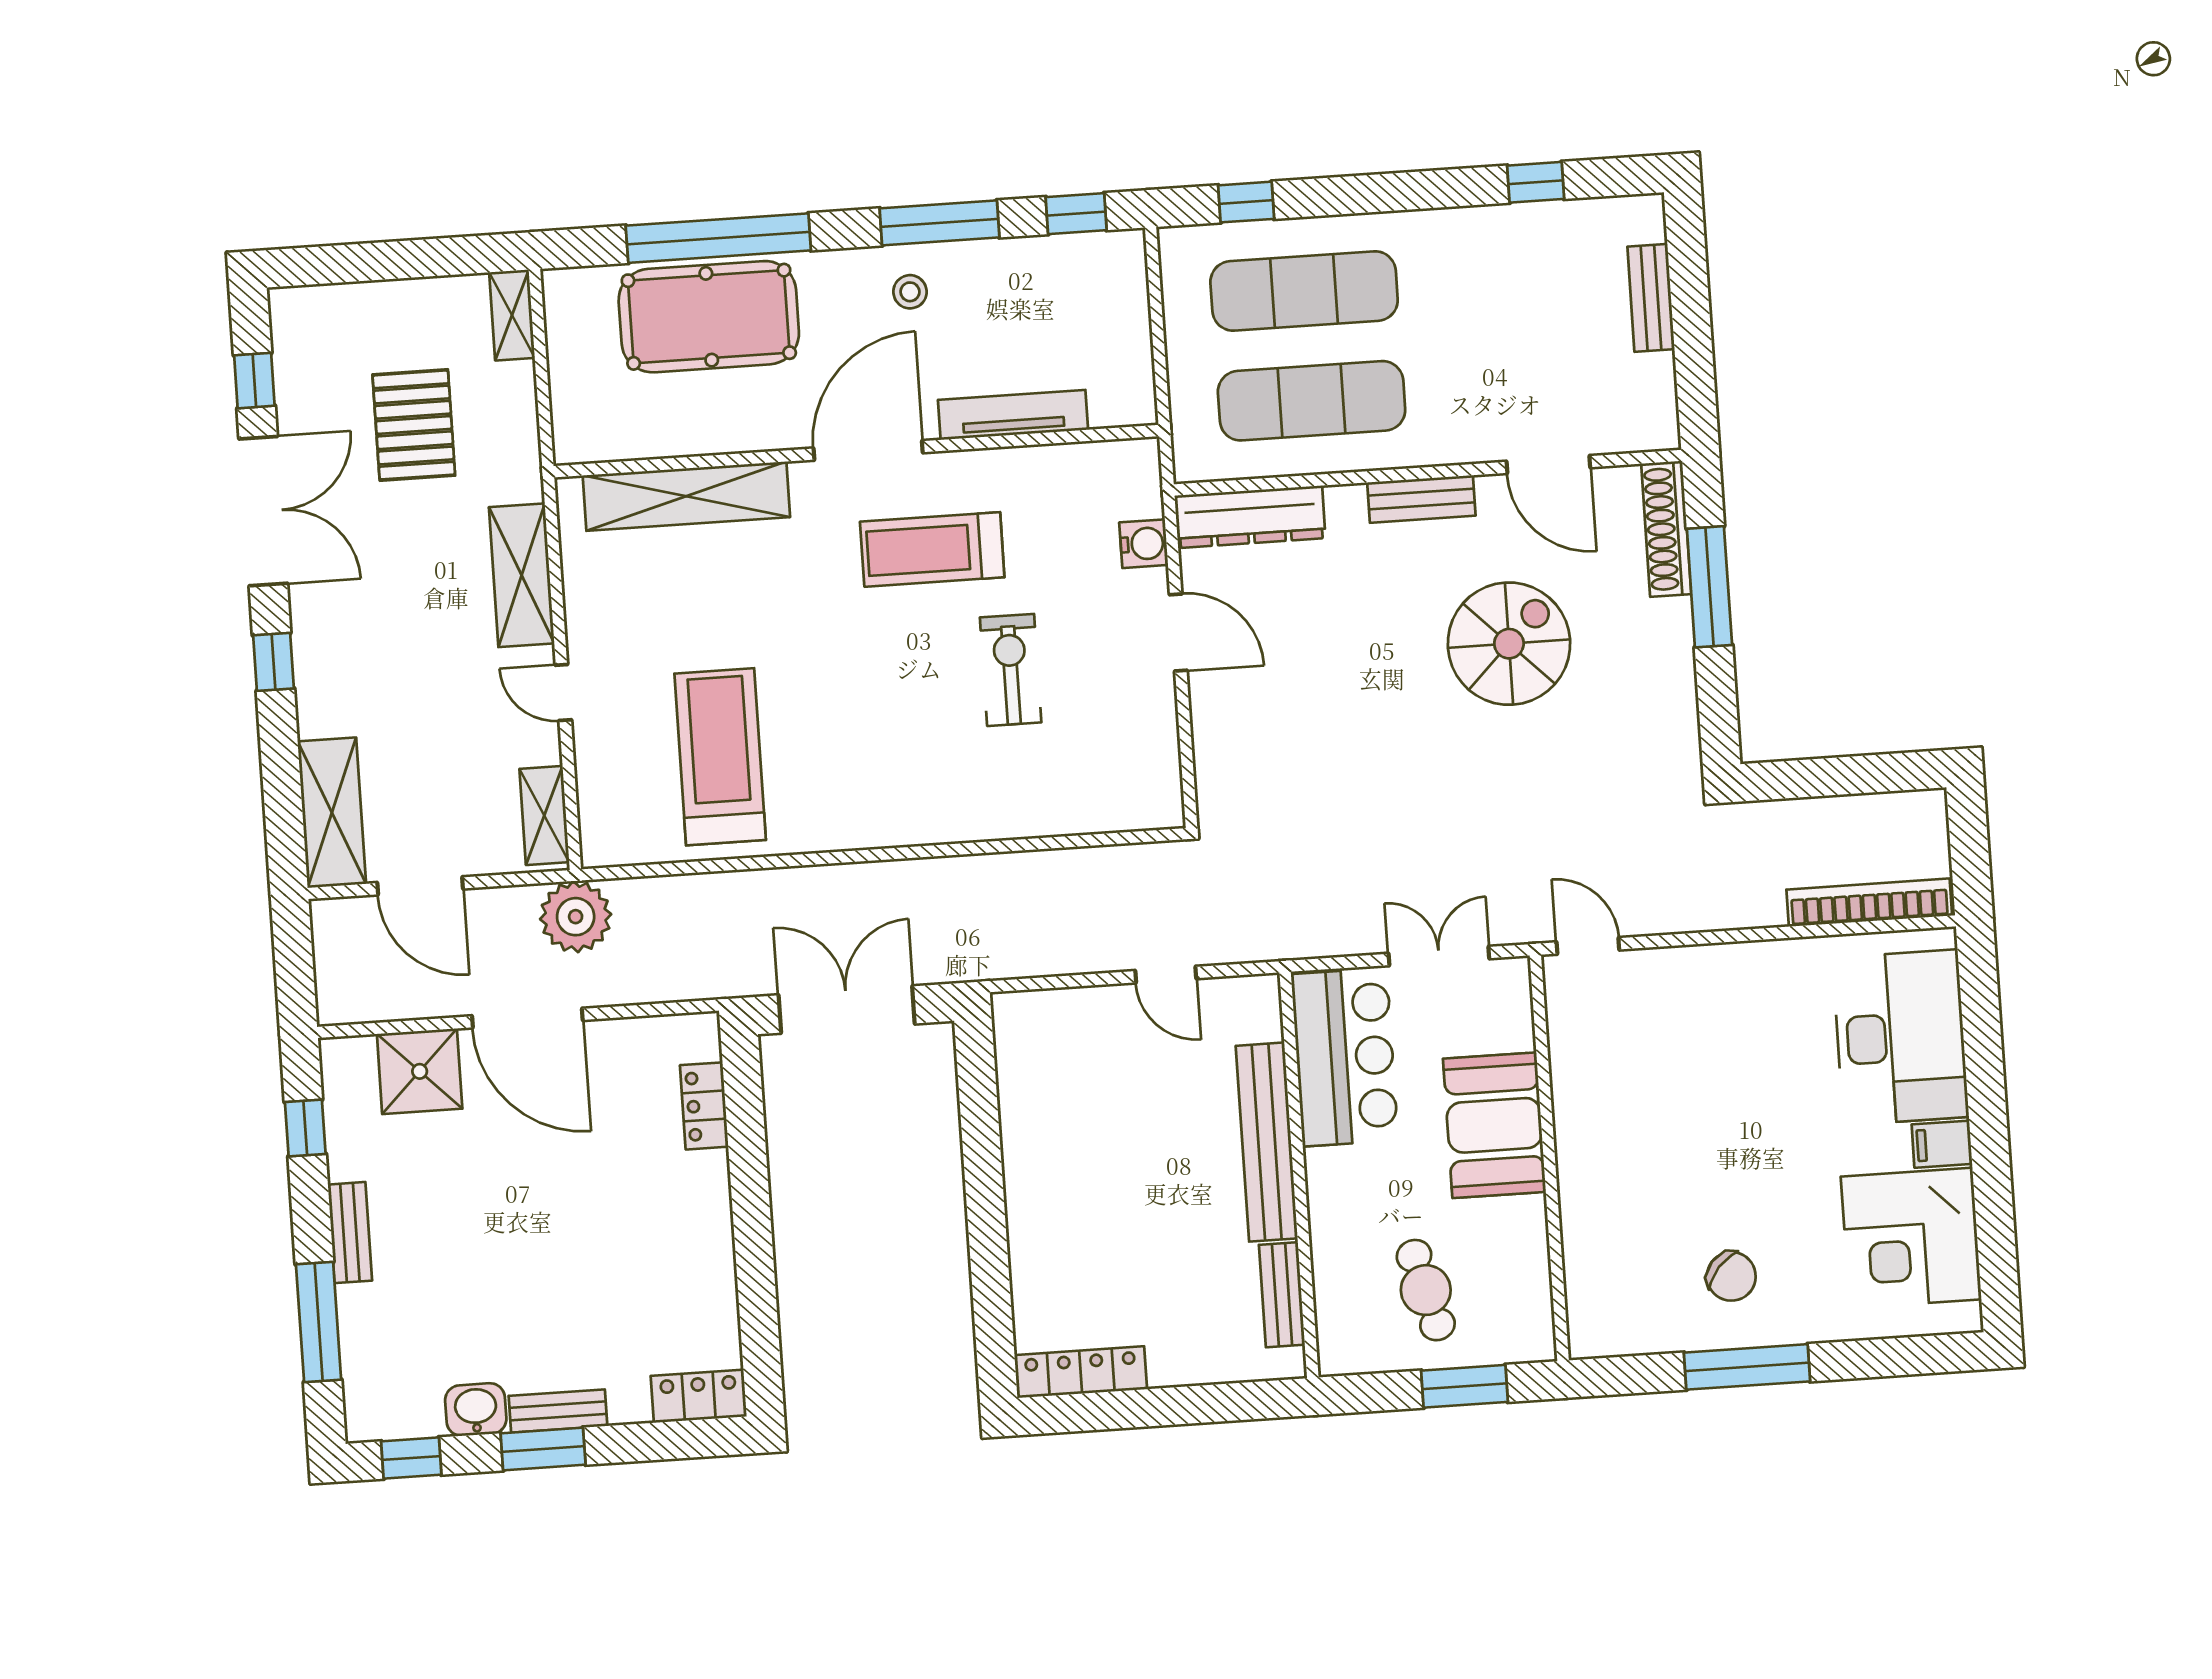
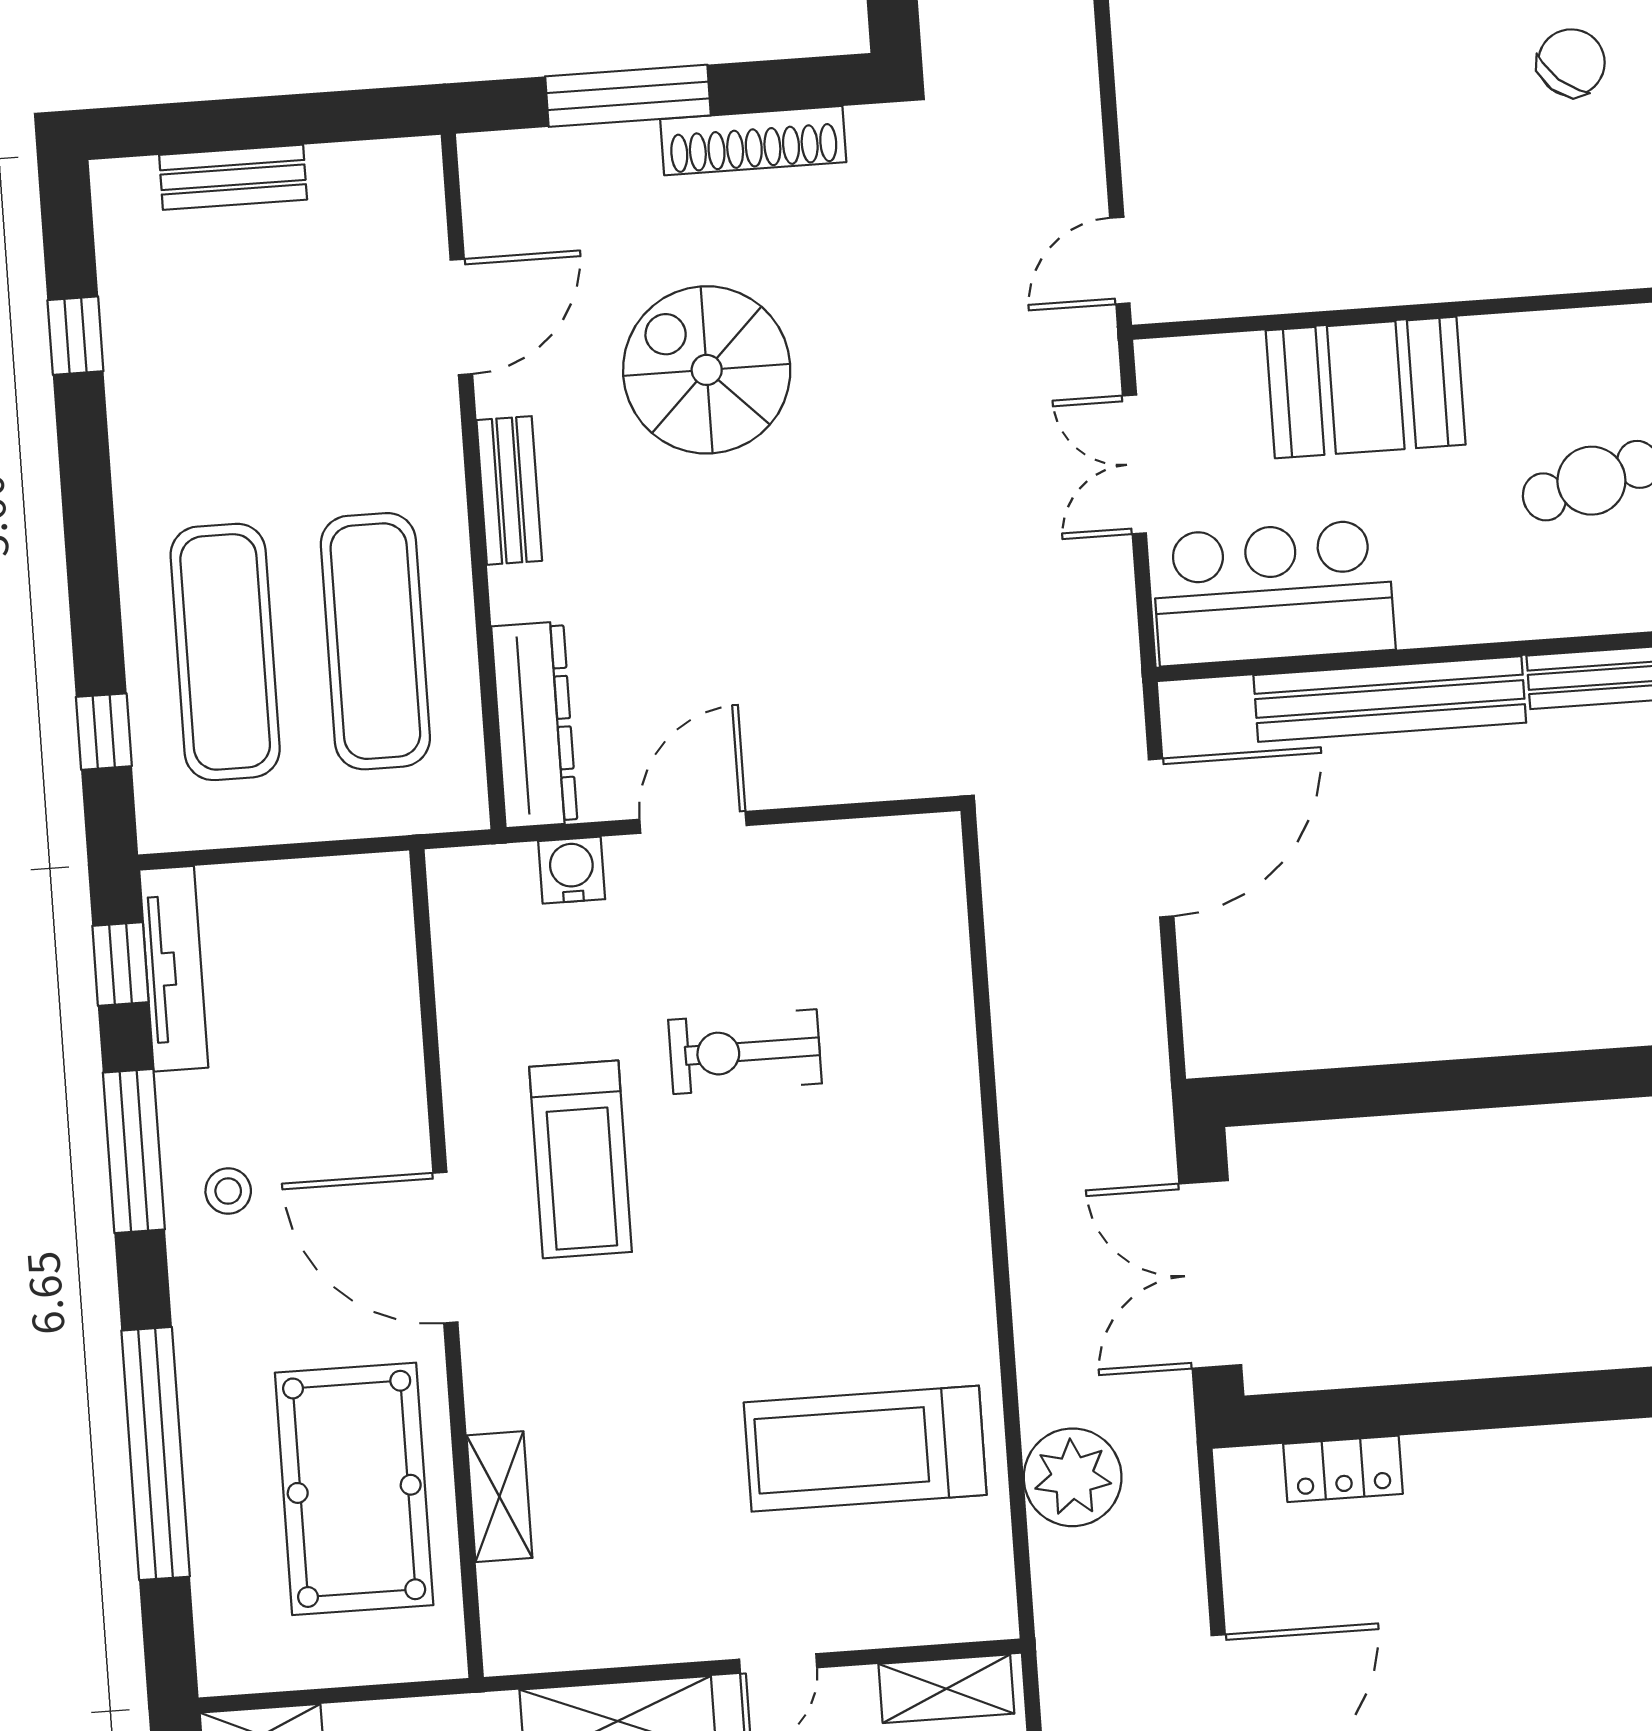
pool table: (709, 317) -> (354, 1489), moved
tv unit: (1013, 415) -> (174, 969), moved, turned 180
shelving: (686, 496) -> (499, 1497), width x0.45, depth x0.75
shoe rack: (1666, 529) -> (753, 141), moved
plant: (576, 917) -> (1073, 1477), moved
door: (1166, 975) -> (1161, 838), width x1.88

